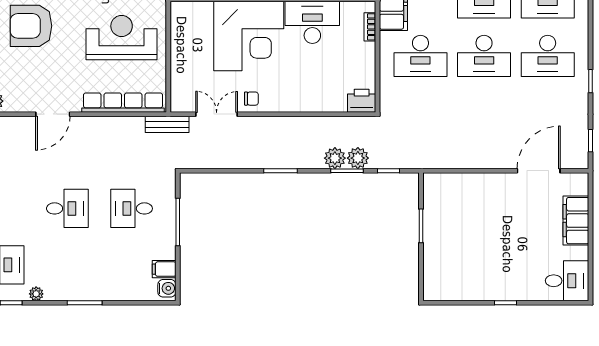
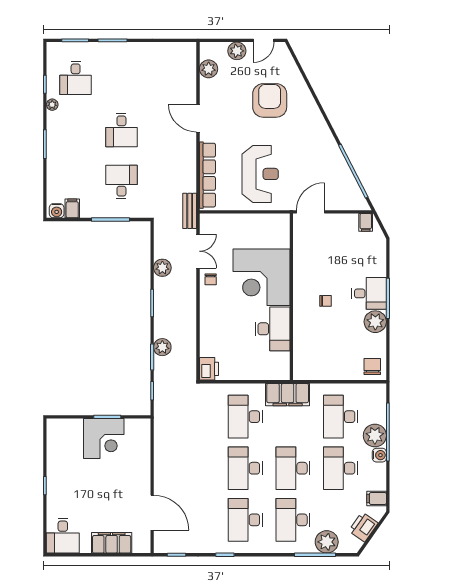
bookcase: (370, 27) -> (269, 376), removed
plant: (358, 158) -> (162, 268), moved
corner desk: (447, 230) -> (104, 439), added

